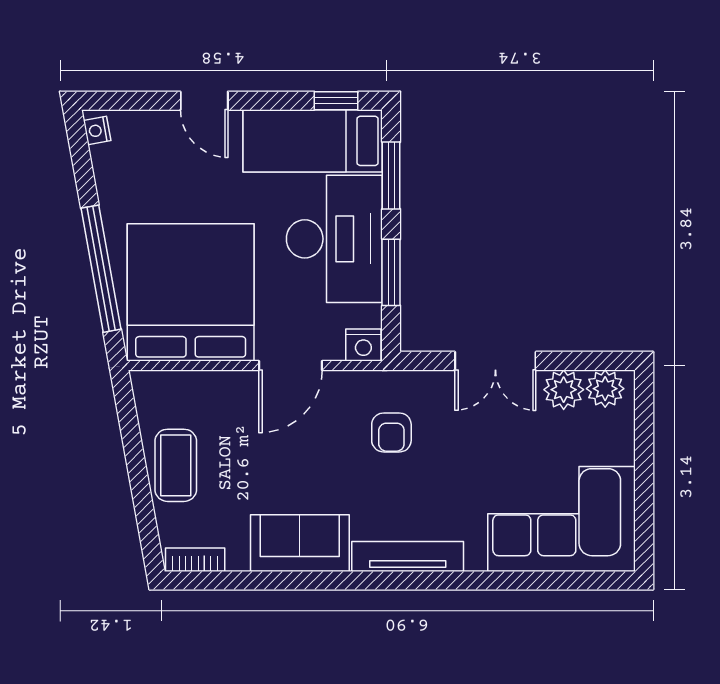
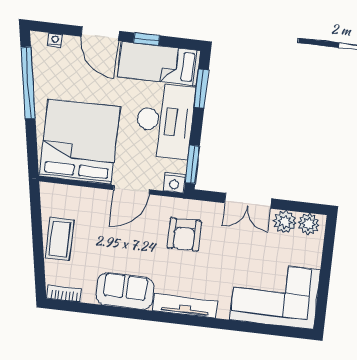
door: (204, 101) -> (100, 34), width x1.38
window: (336, 101) -> (147, 39), moved
nightstand: (97, 130) -> (55, 40), moved, turned 100
window: (101, 269) -> (28, 83), moved
window: (391, 272) -> (192, 164), moved
armchair: (391, 432) -> (184, 234), width x1.38, depth x1.38

